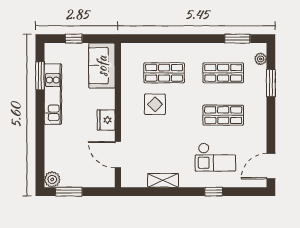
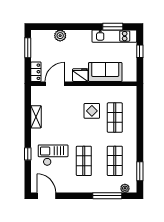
sofa: (102, 66) -> (105, 72), moved
window: (271, 83) -> (107, 196), width x1.44
kitchen unit: (53, 94) -> (114, 36), moved
checkout: (215, 157) -> (53, 155), turned 90
plant: (52, 179) -> (60, 36), moved
locker: (102, 181) -> (36, 72), added

